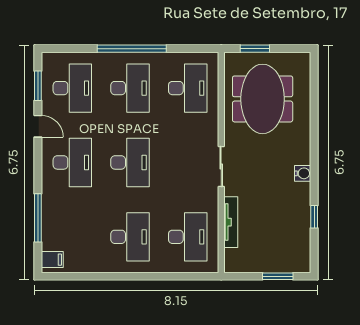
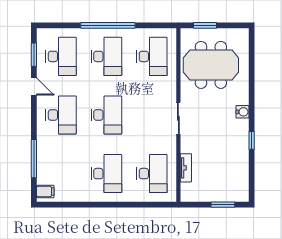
meeting table: (263, 99) -> (211, 65), turned 90
water cooler: (303, 173) -> (242, 112), moved
window: (314, 217) -> (252, 140), moved
tv unit: (231, 222) -> (186, 168), width x0.71

